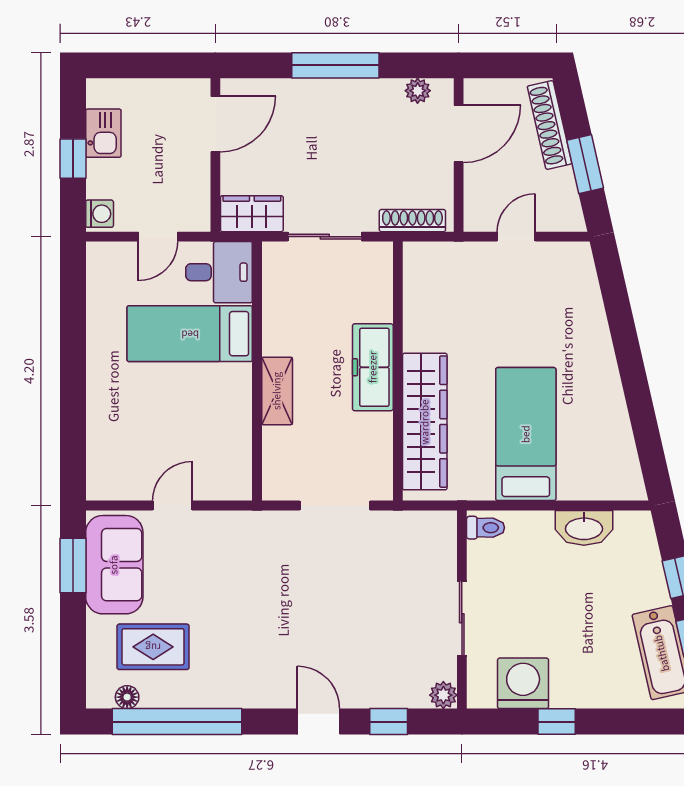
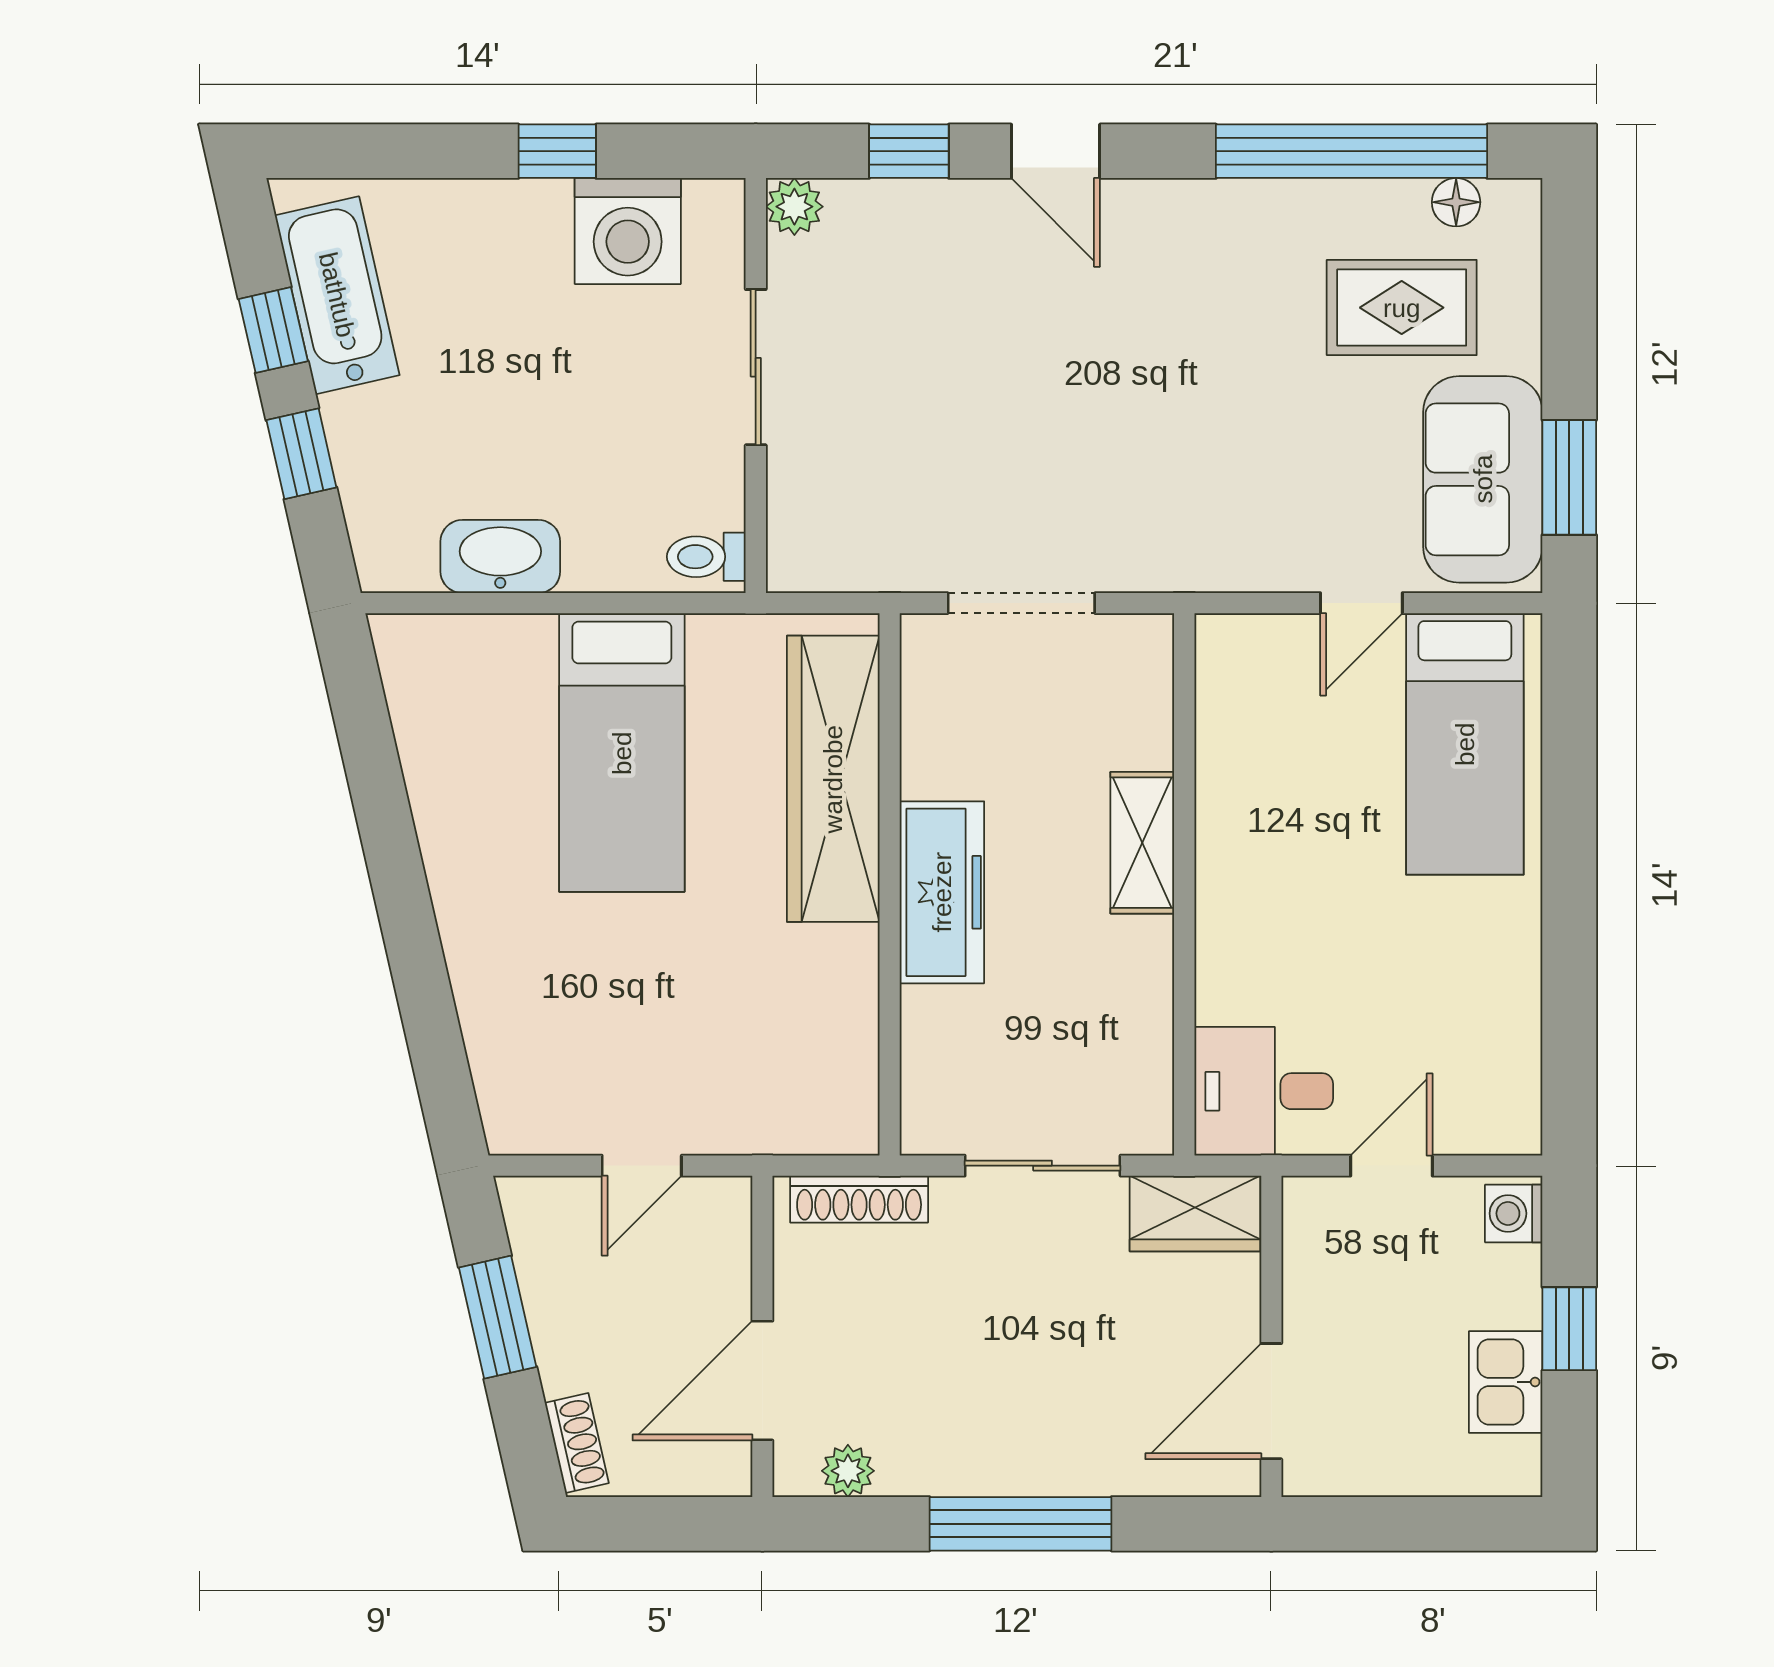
shoe rack: (550, 125) -> (577, 1443), width x0.51, depth x0.81
bed: (190, 334) -> (1465, 744), moved, turned 90

